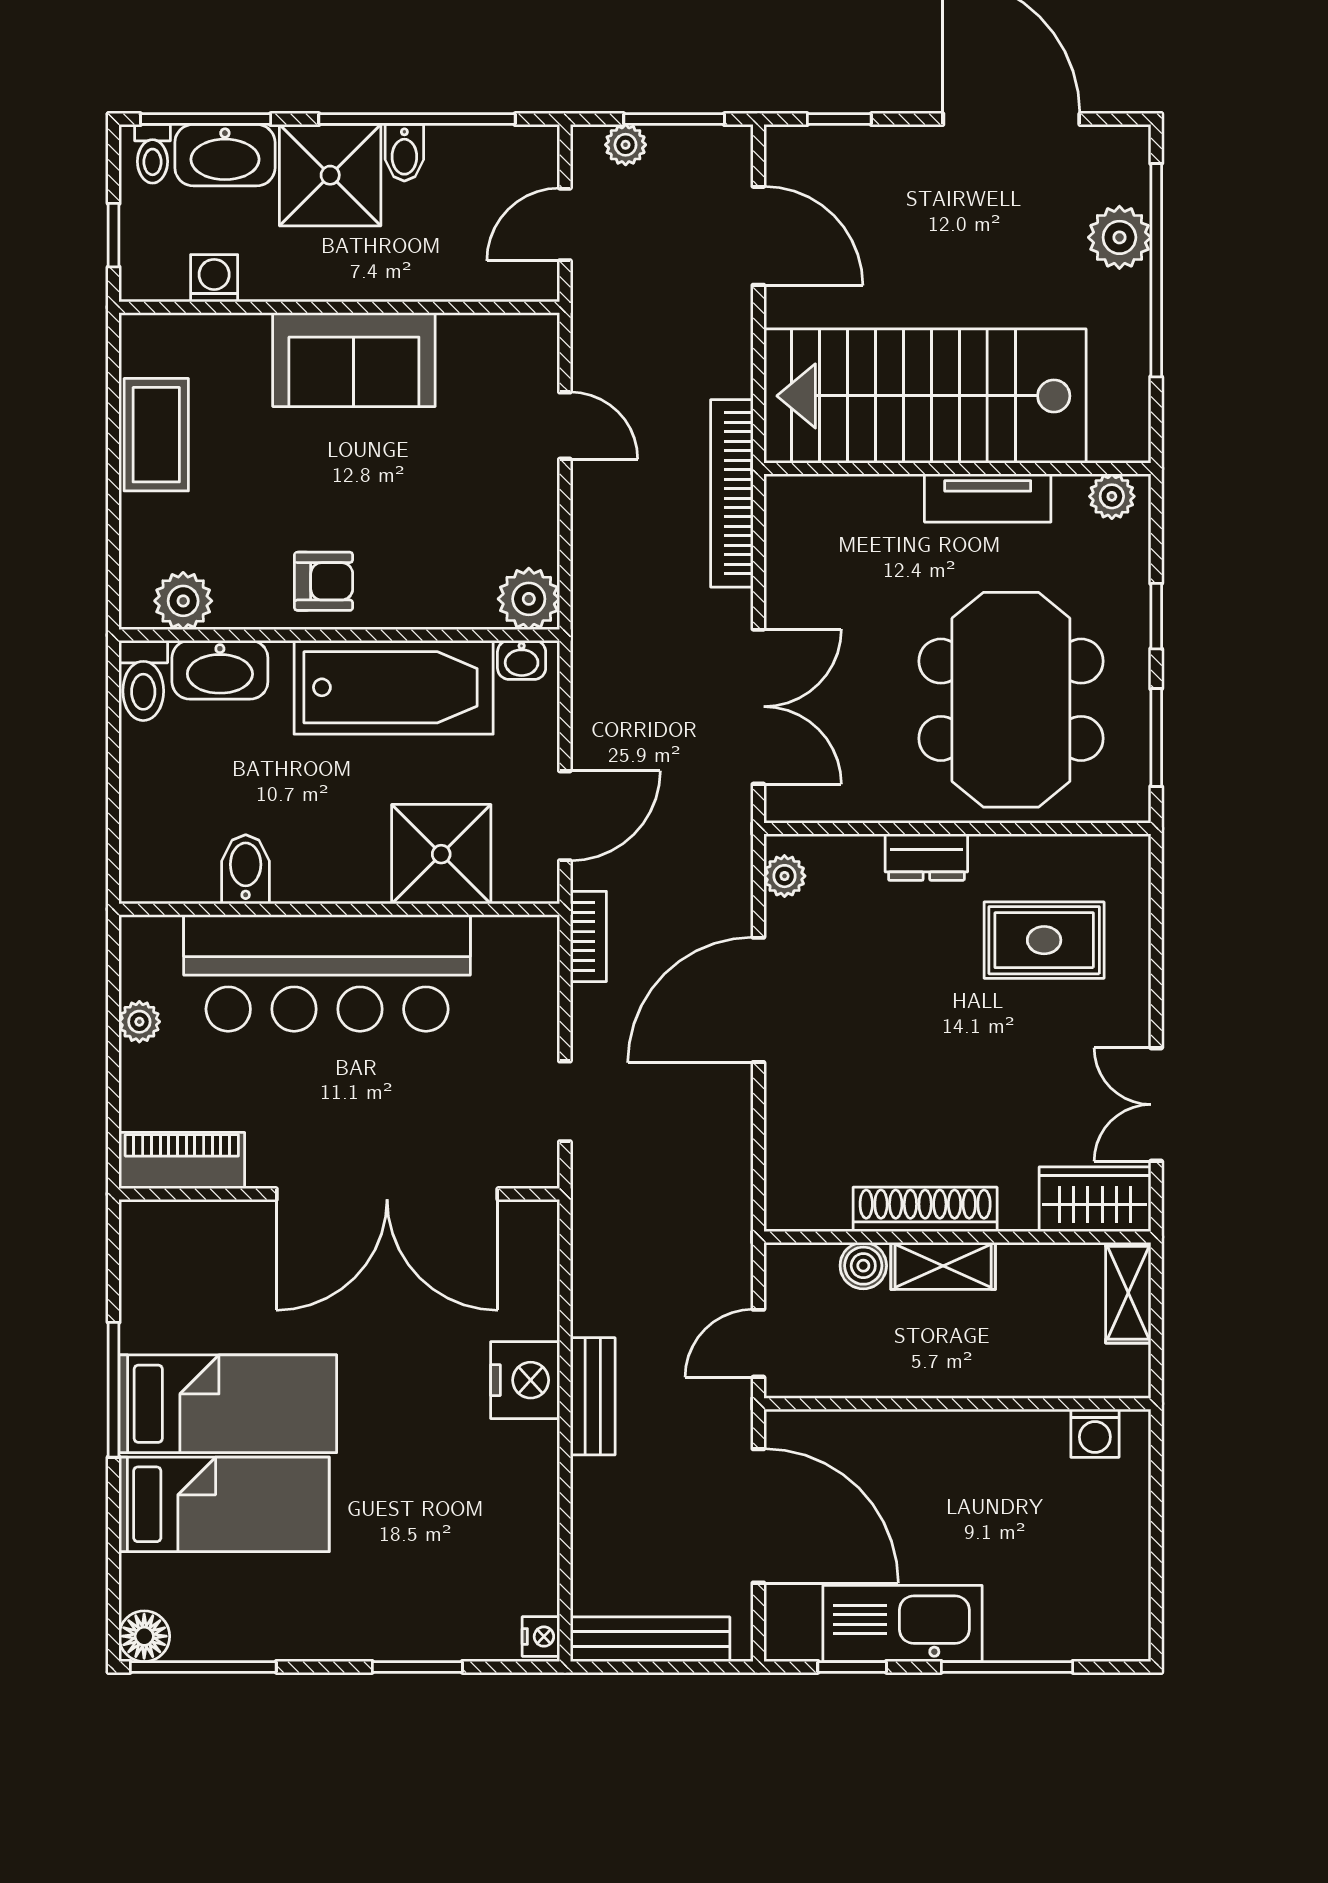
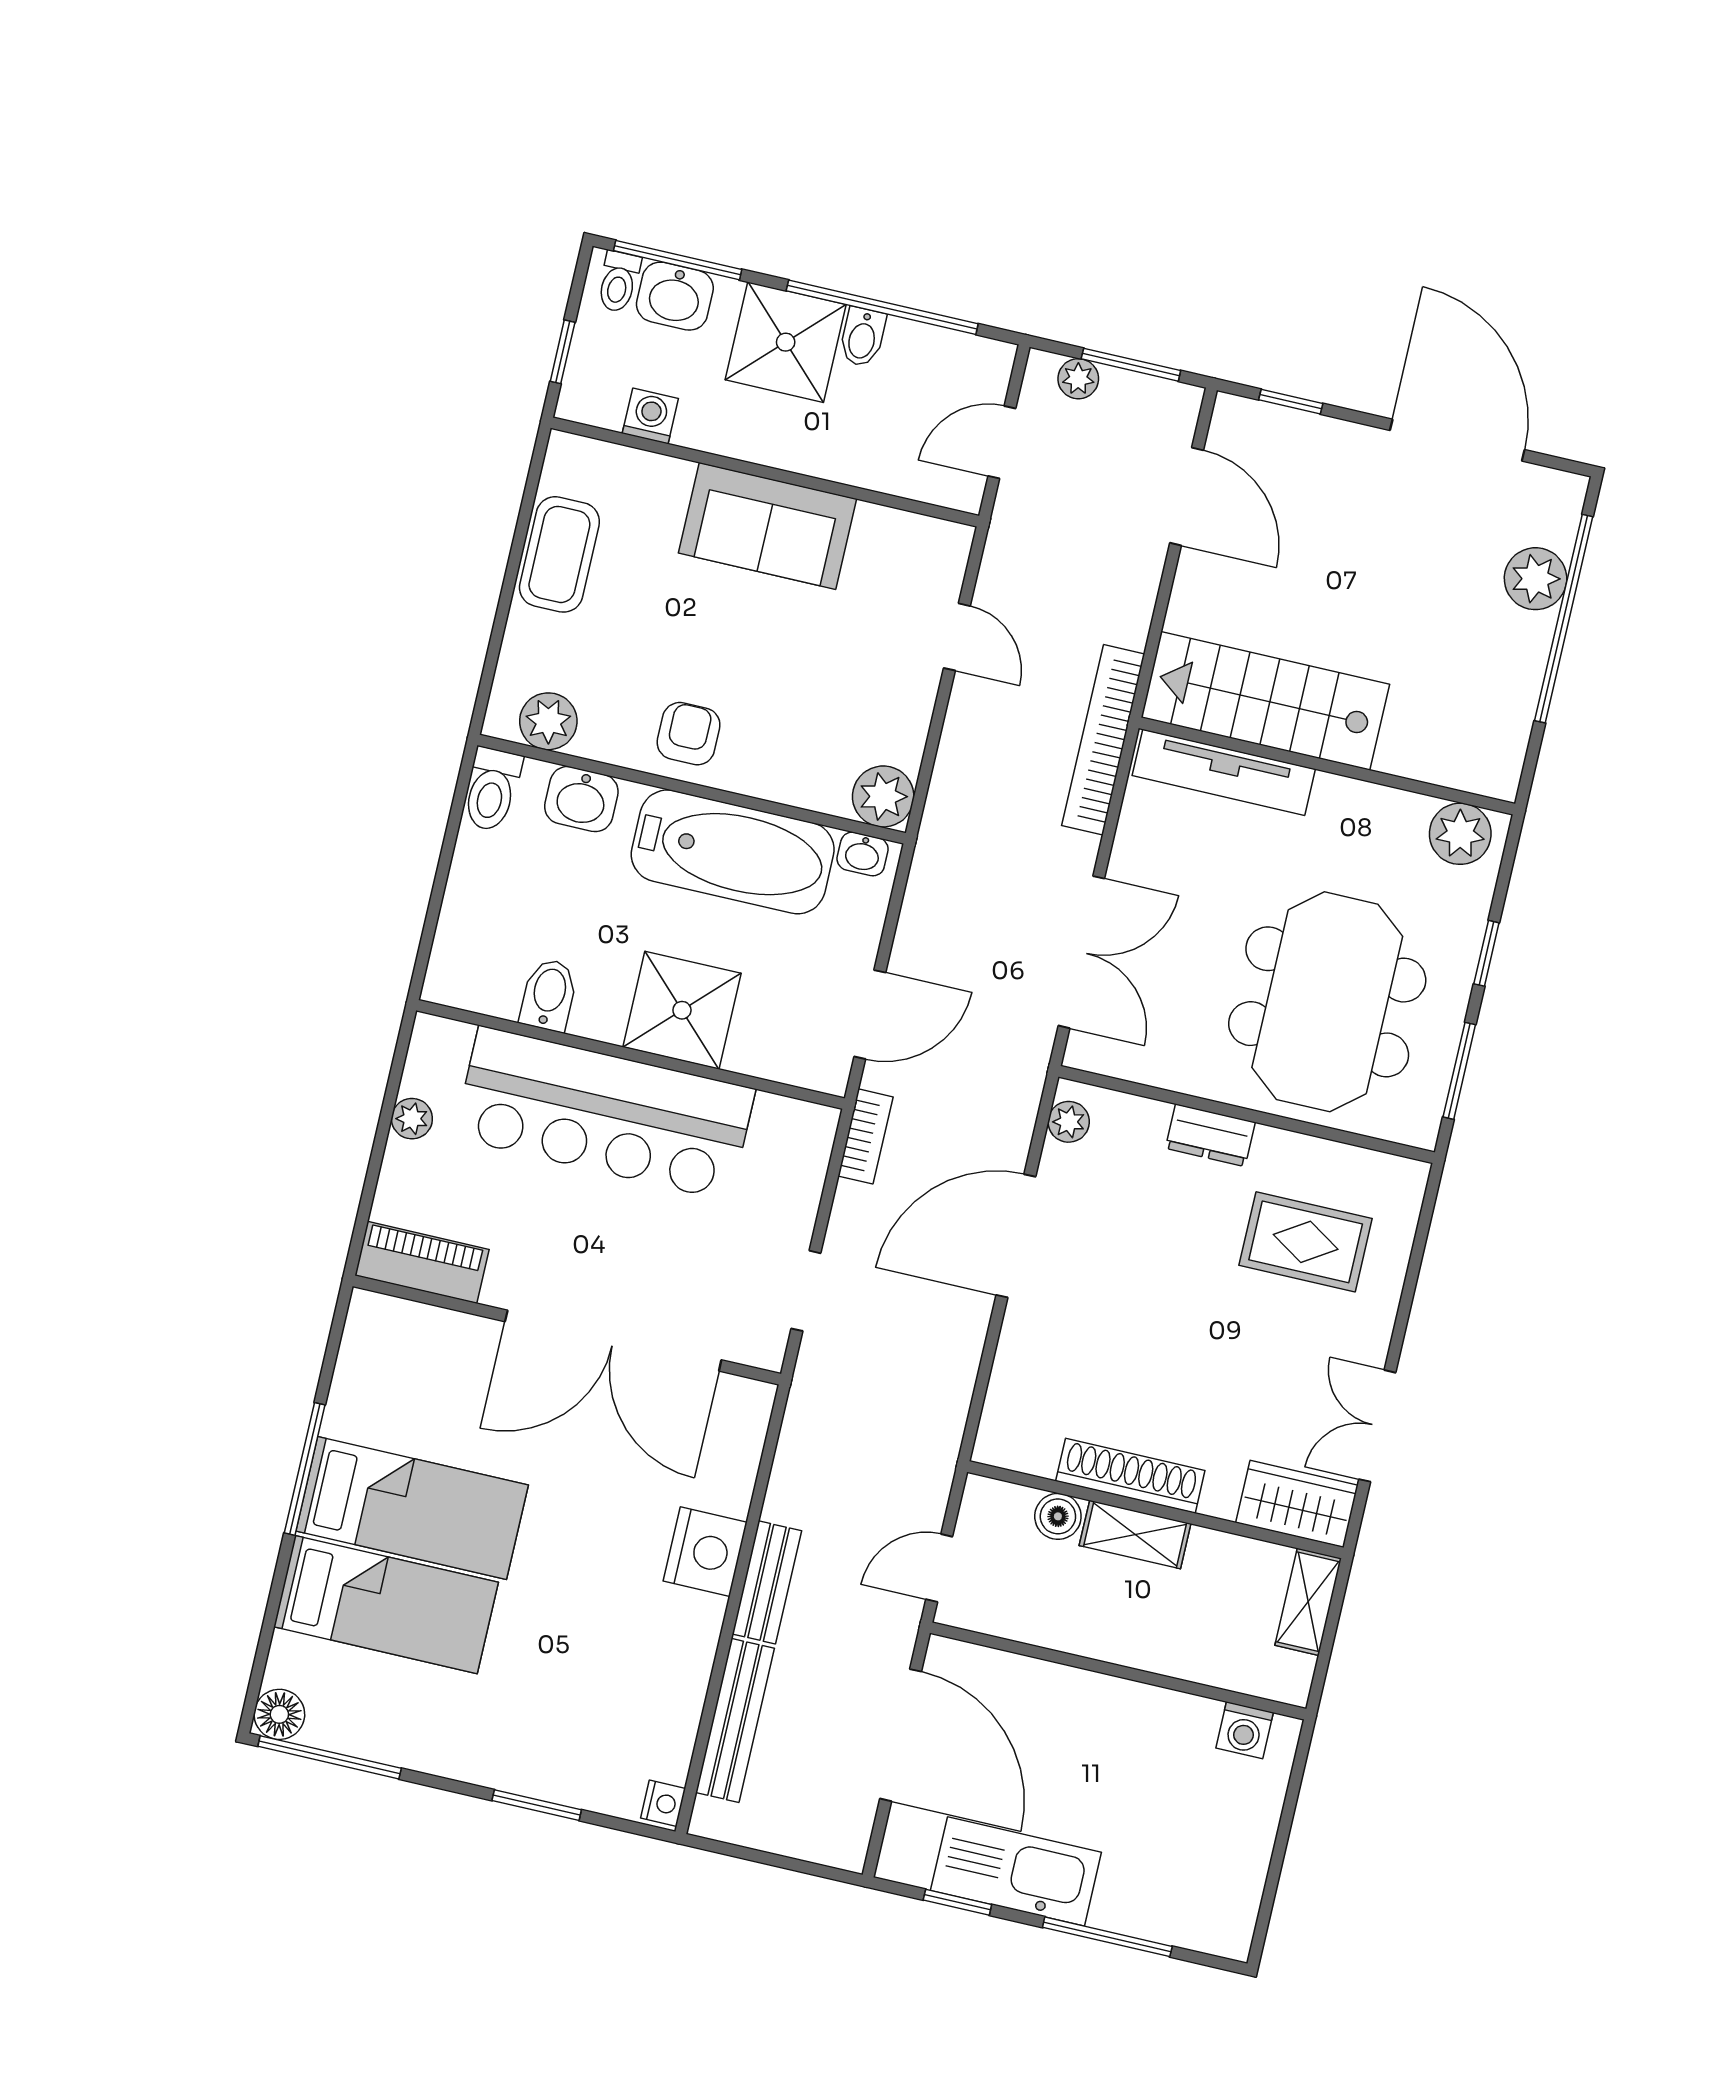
washbasin: (225, 155) -> (675, 296), width x0.72
stairs: (925, 396) -> (1265, 701), width x0.73, depth x0.66
plant: (1112, 496) -> (1460, 834), width x1.38, depth x1.38
tv unit: (988, 498) -> (1224, 772), moved, width x1.41
armchair: (324, 581) -> (689, 734), turned -90
washbasin: (220, 670) -> (581, 799), width x0.72
shower: (441, 854) -> (682, 1010), moved
bench: (650, 1639) -> (735, 1720), moved, turned 90

